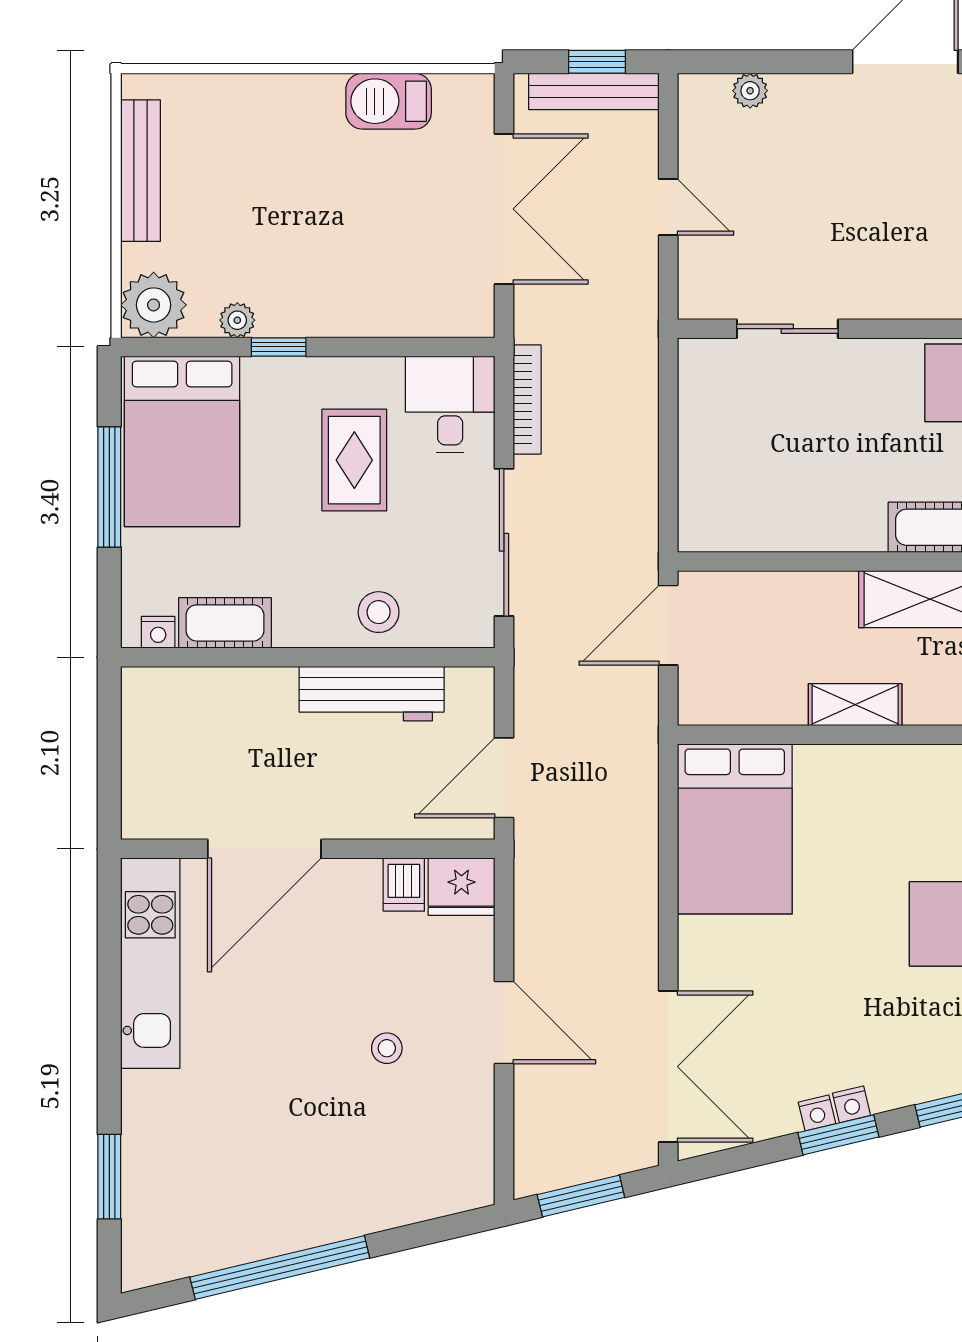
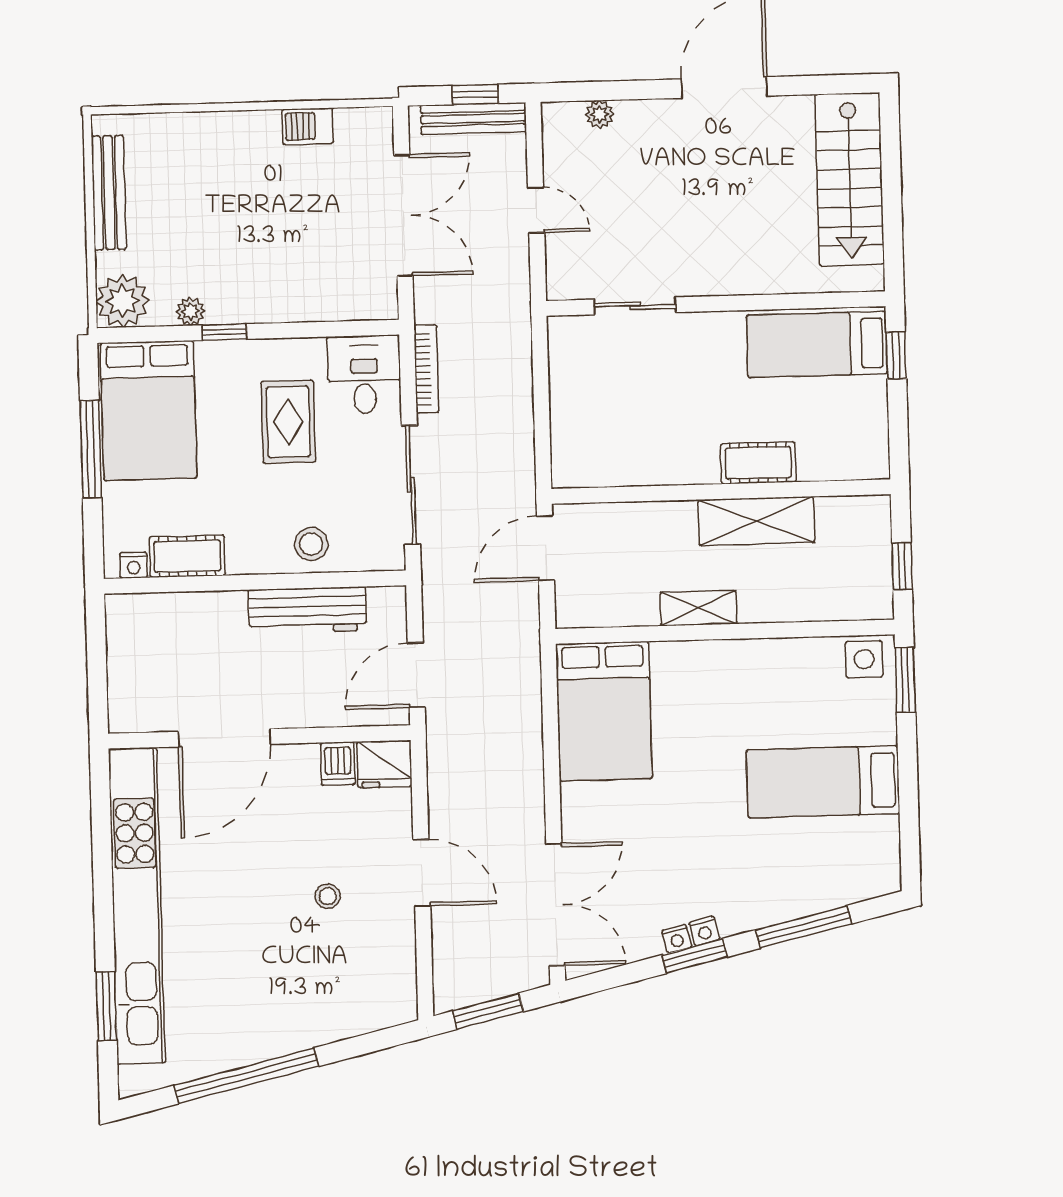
barbecue: (389, 101) -> (308, 126), width x0.73, depth x0.79
kitchen unit: (150, 963) -> (137, 906), width x1.86

